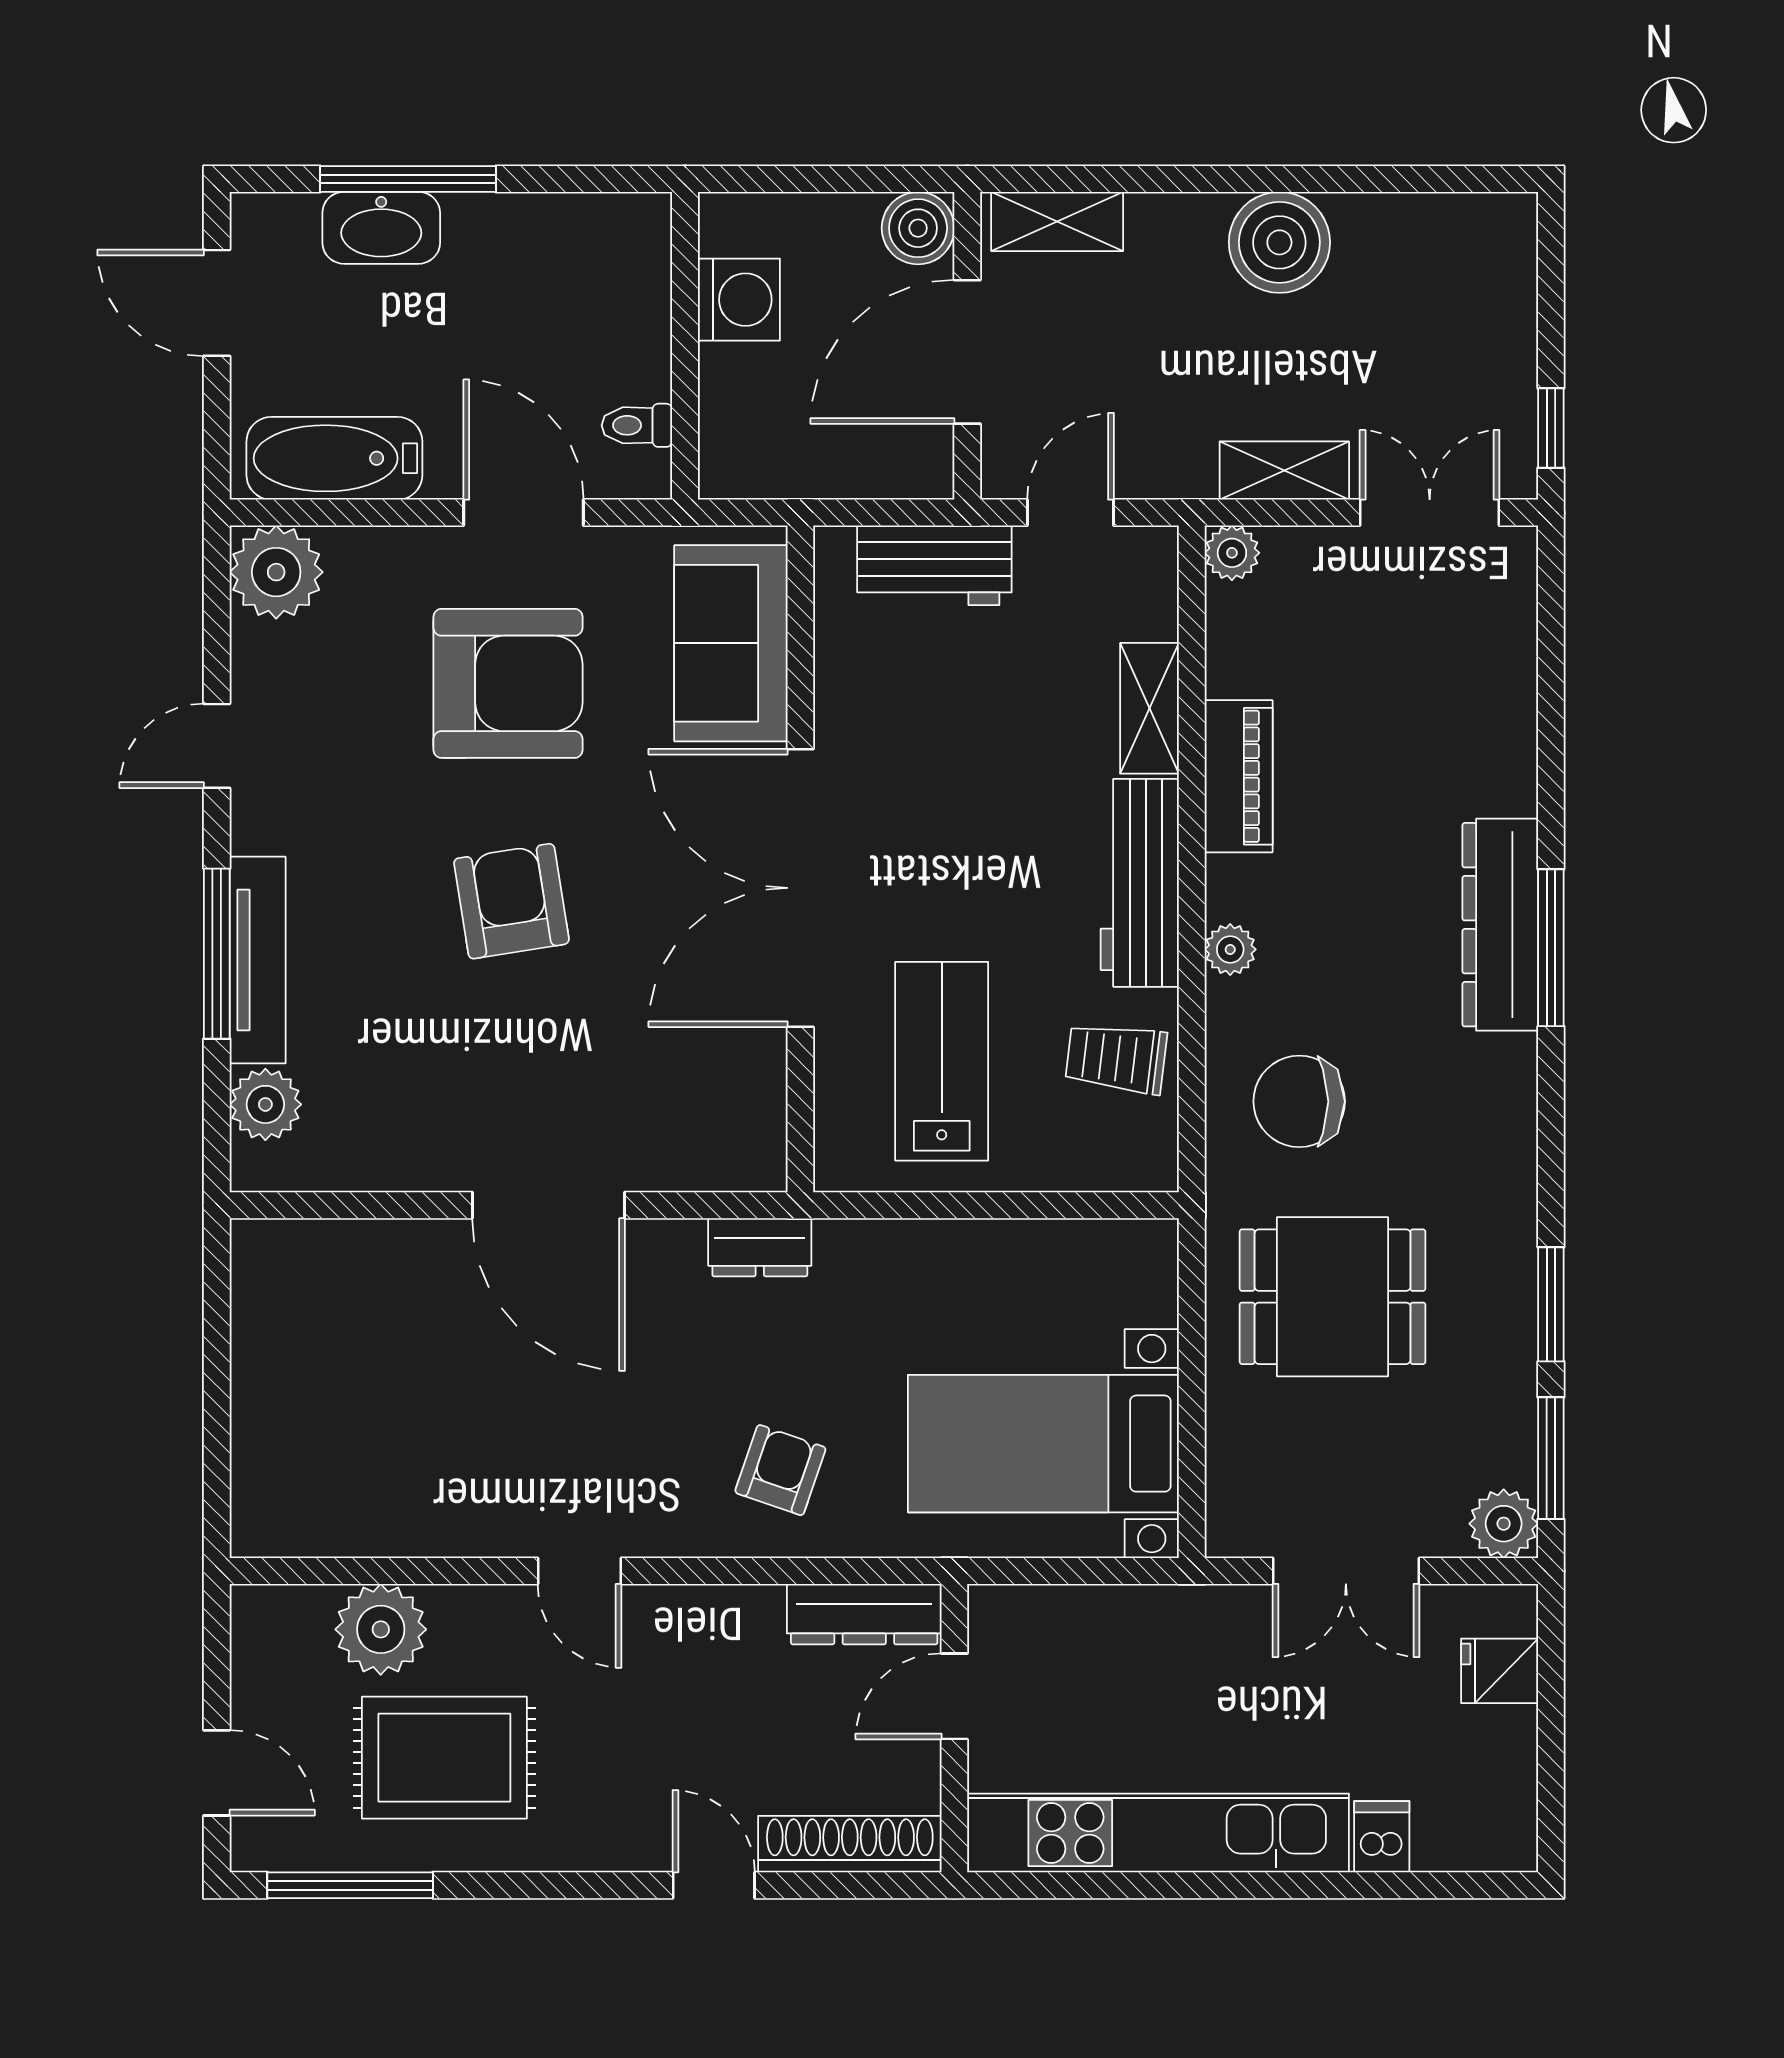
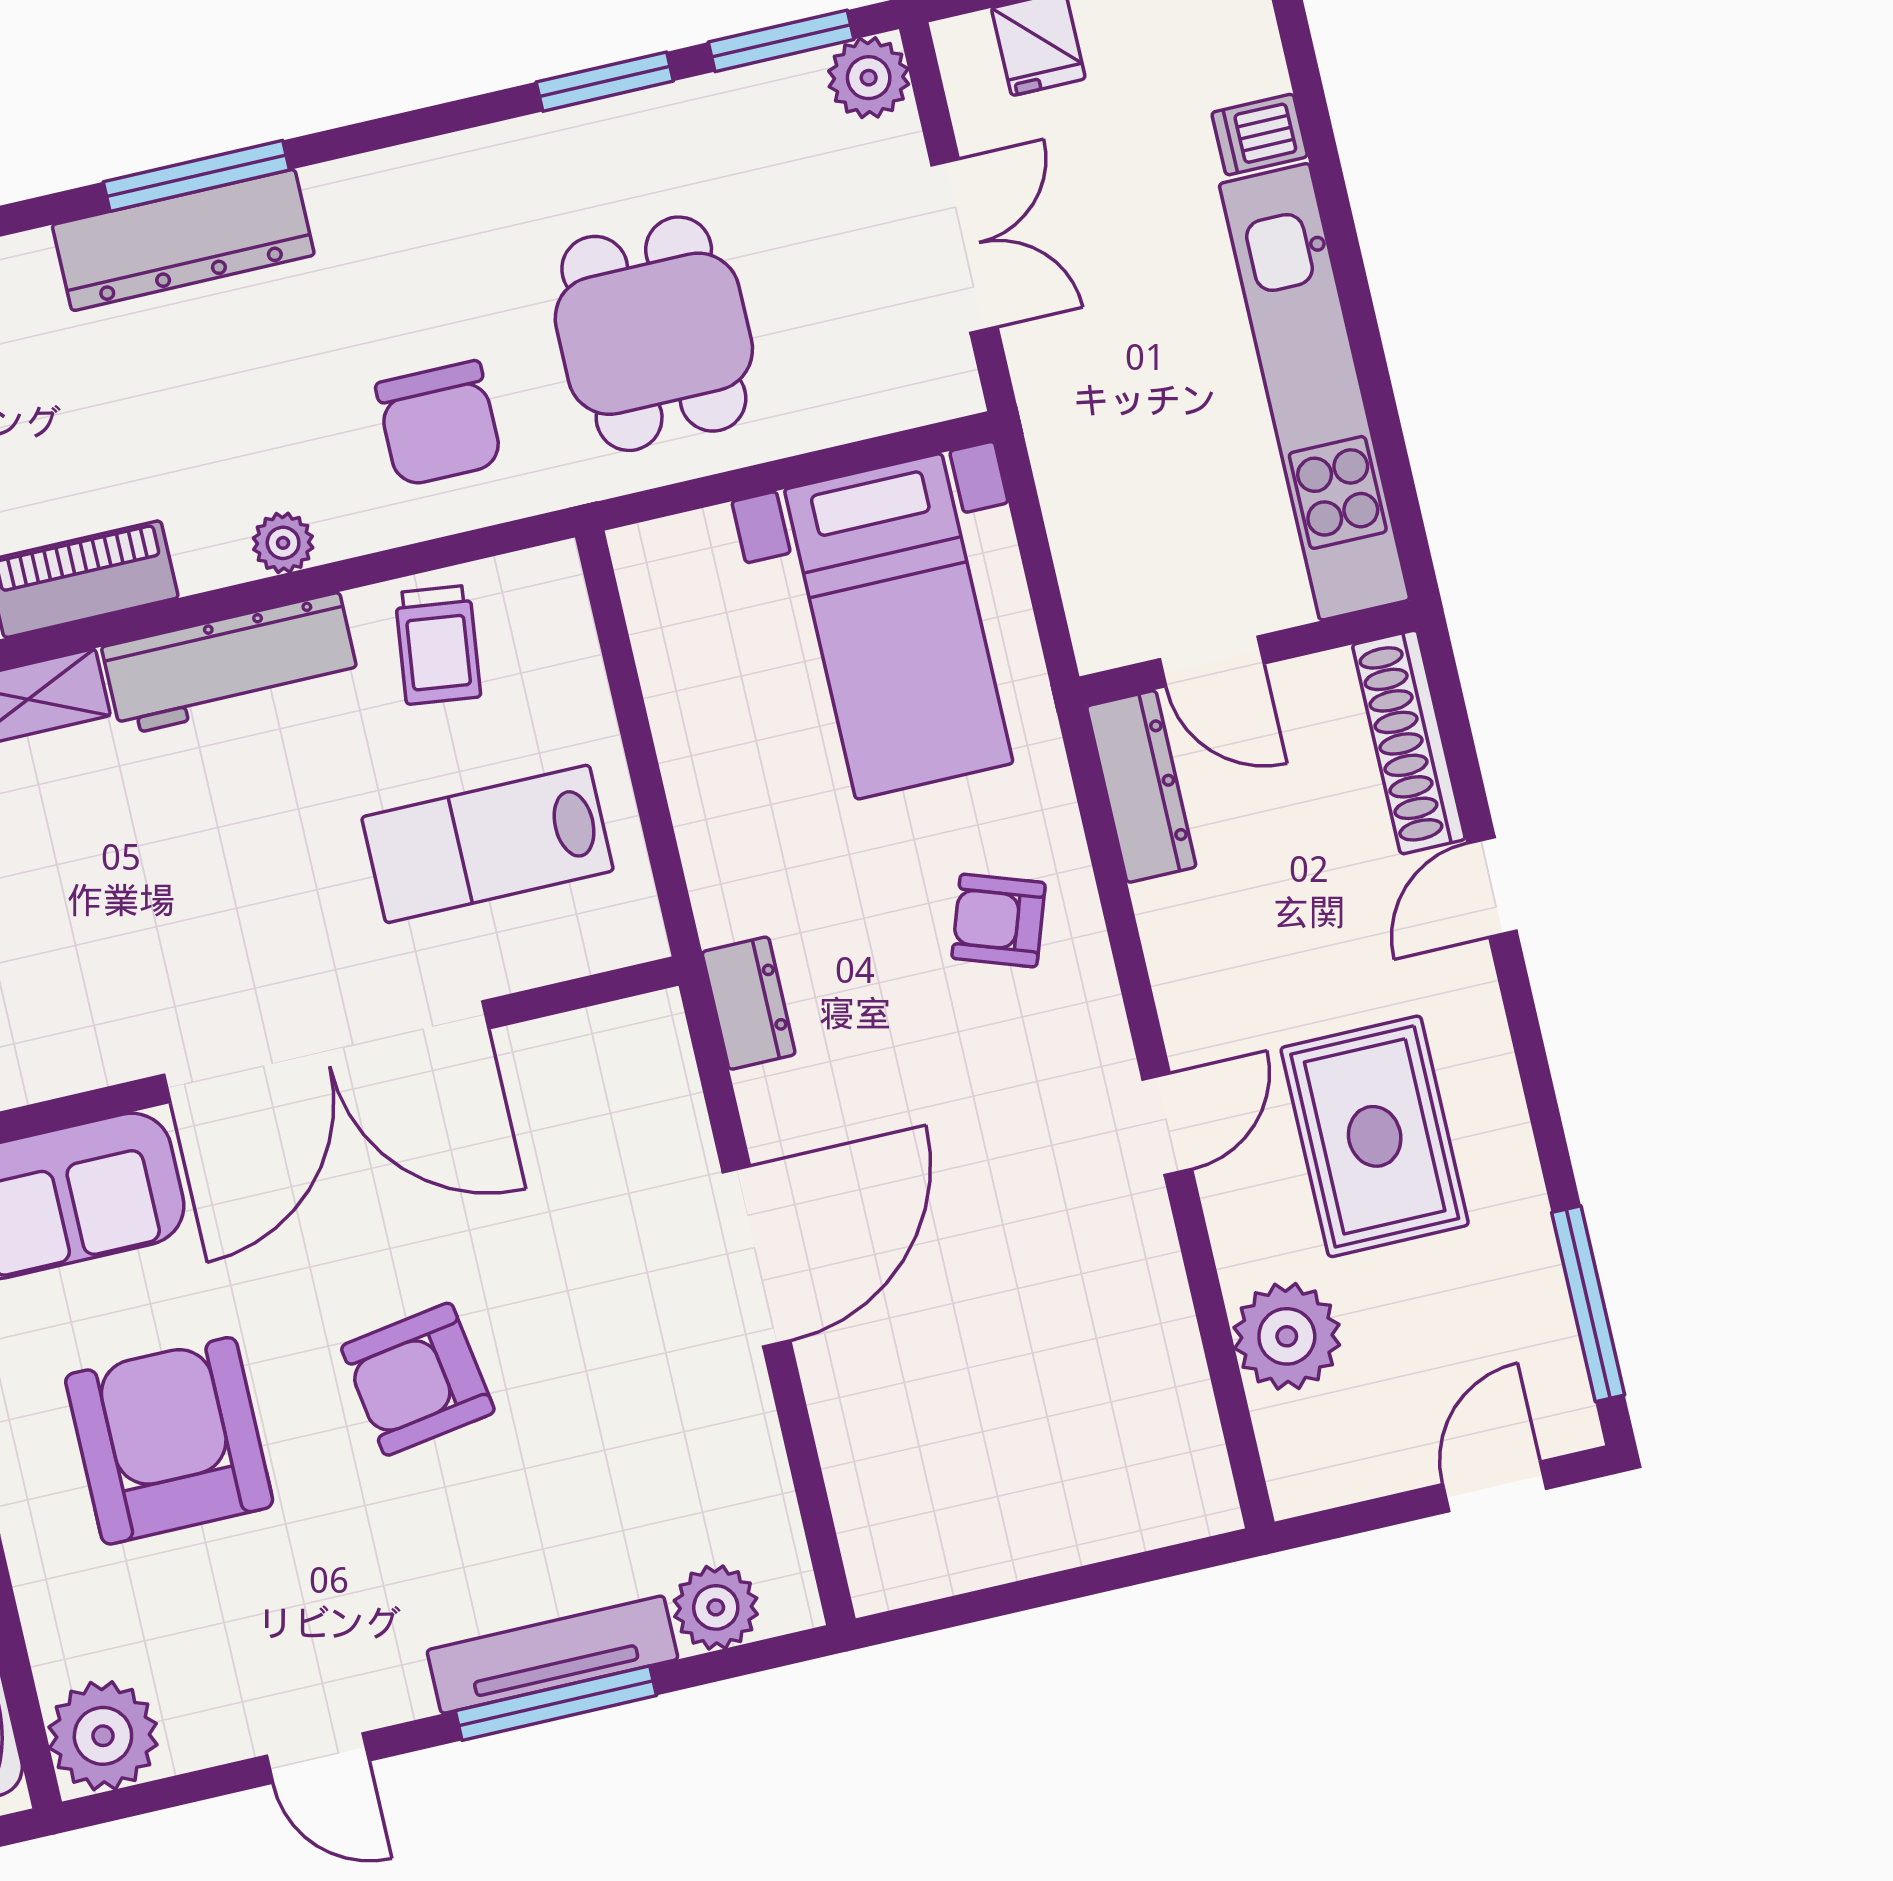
rug: (444, 1758) -> (1375, 1136), moved

